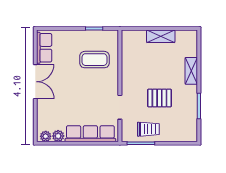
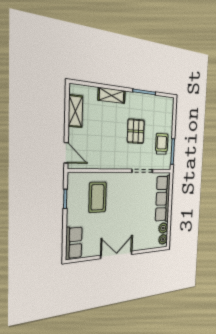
door: (136, 28) -> (66, 153), added
shelving: (161, 36) -> (75, 111), moved
row of seats: (44, 48) -> (74, 243), moved, turned 90

